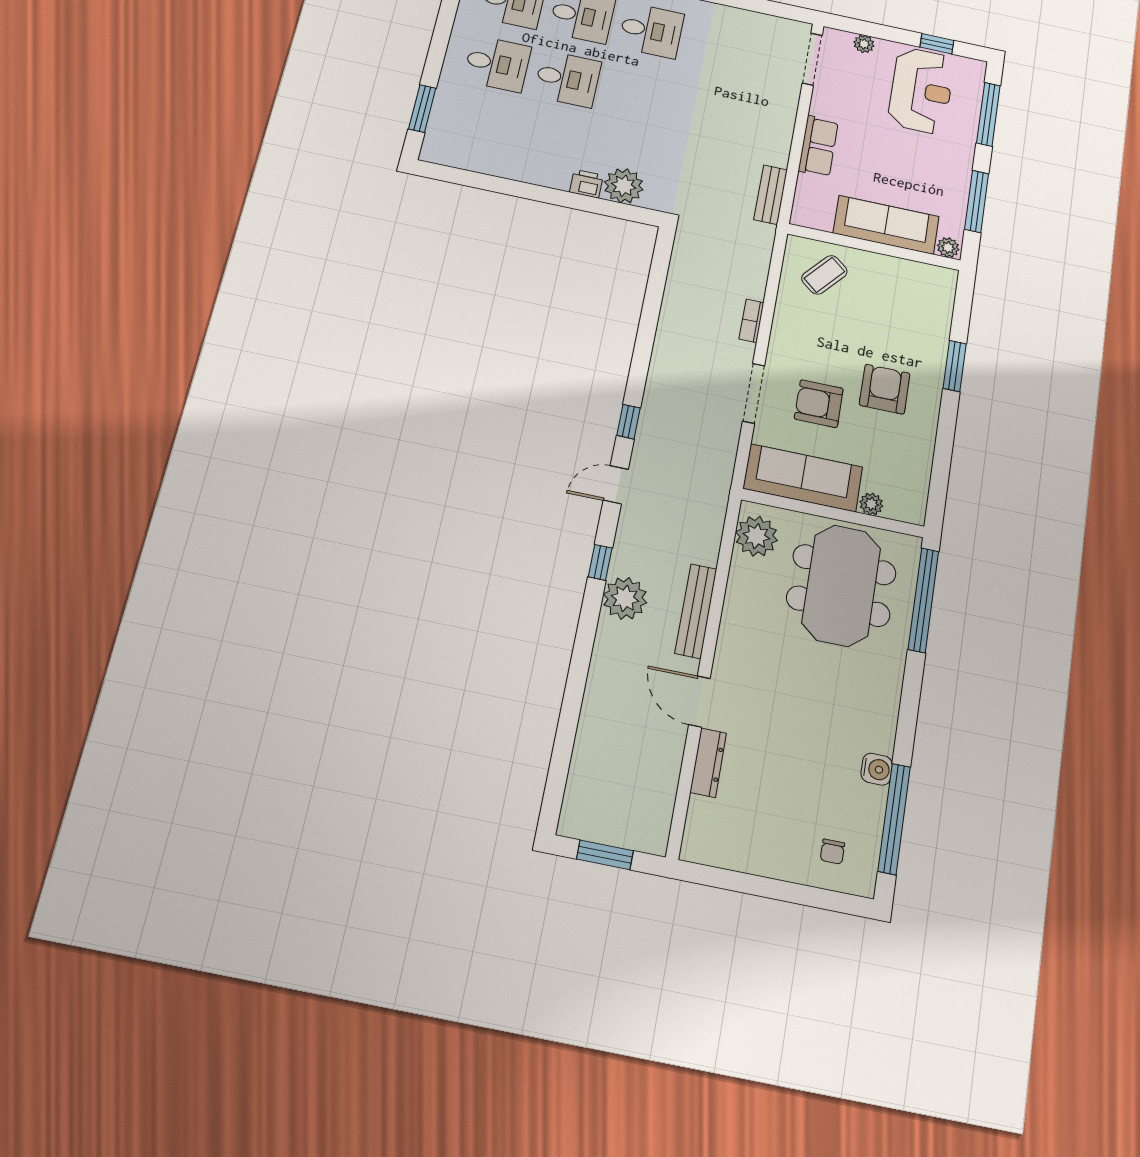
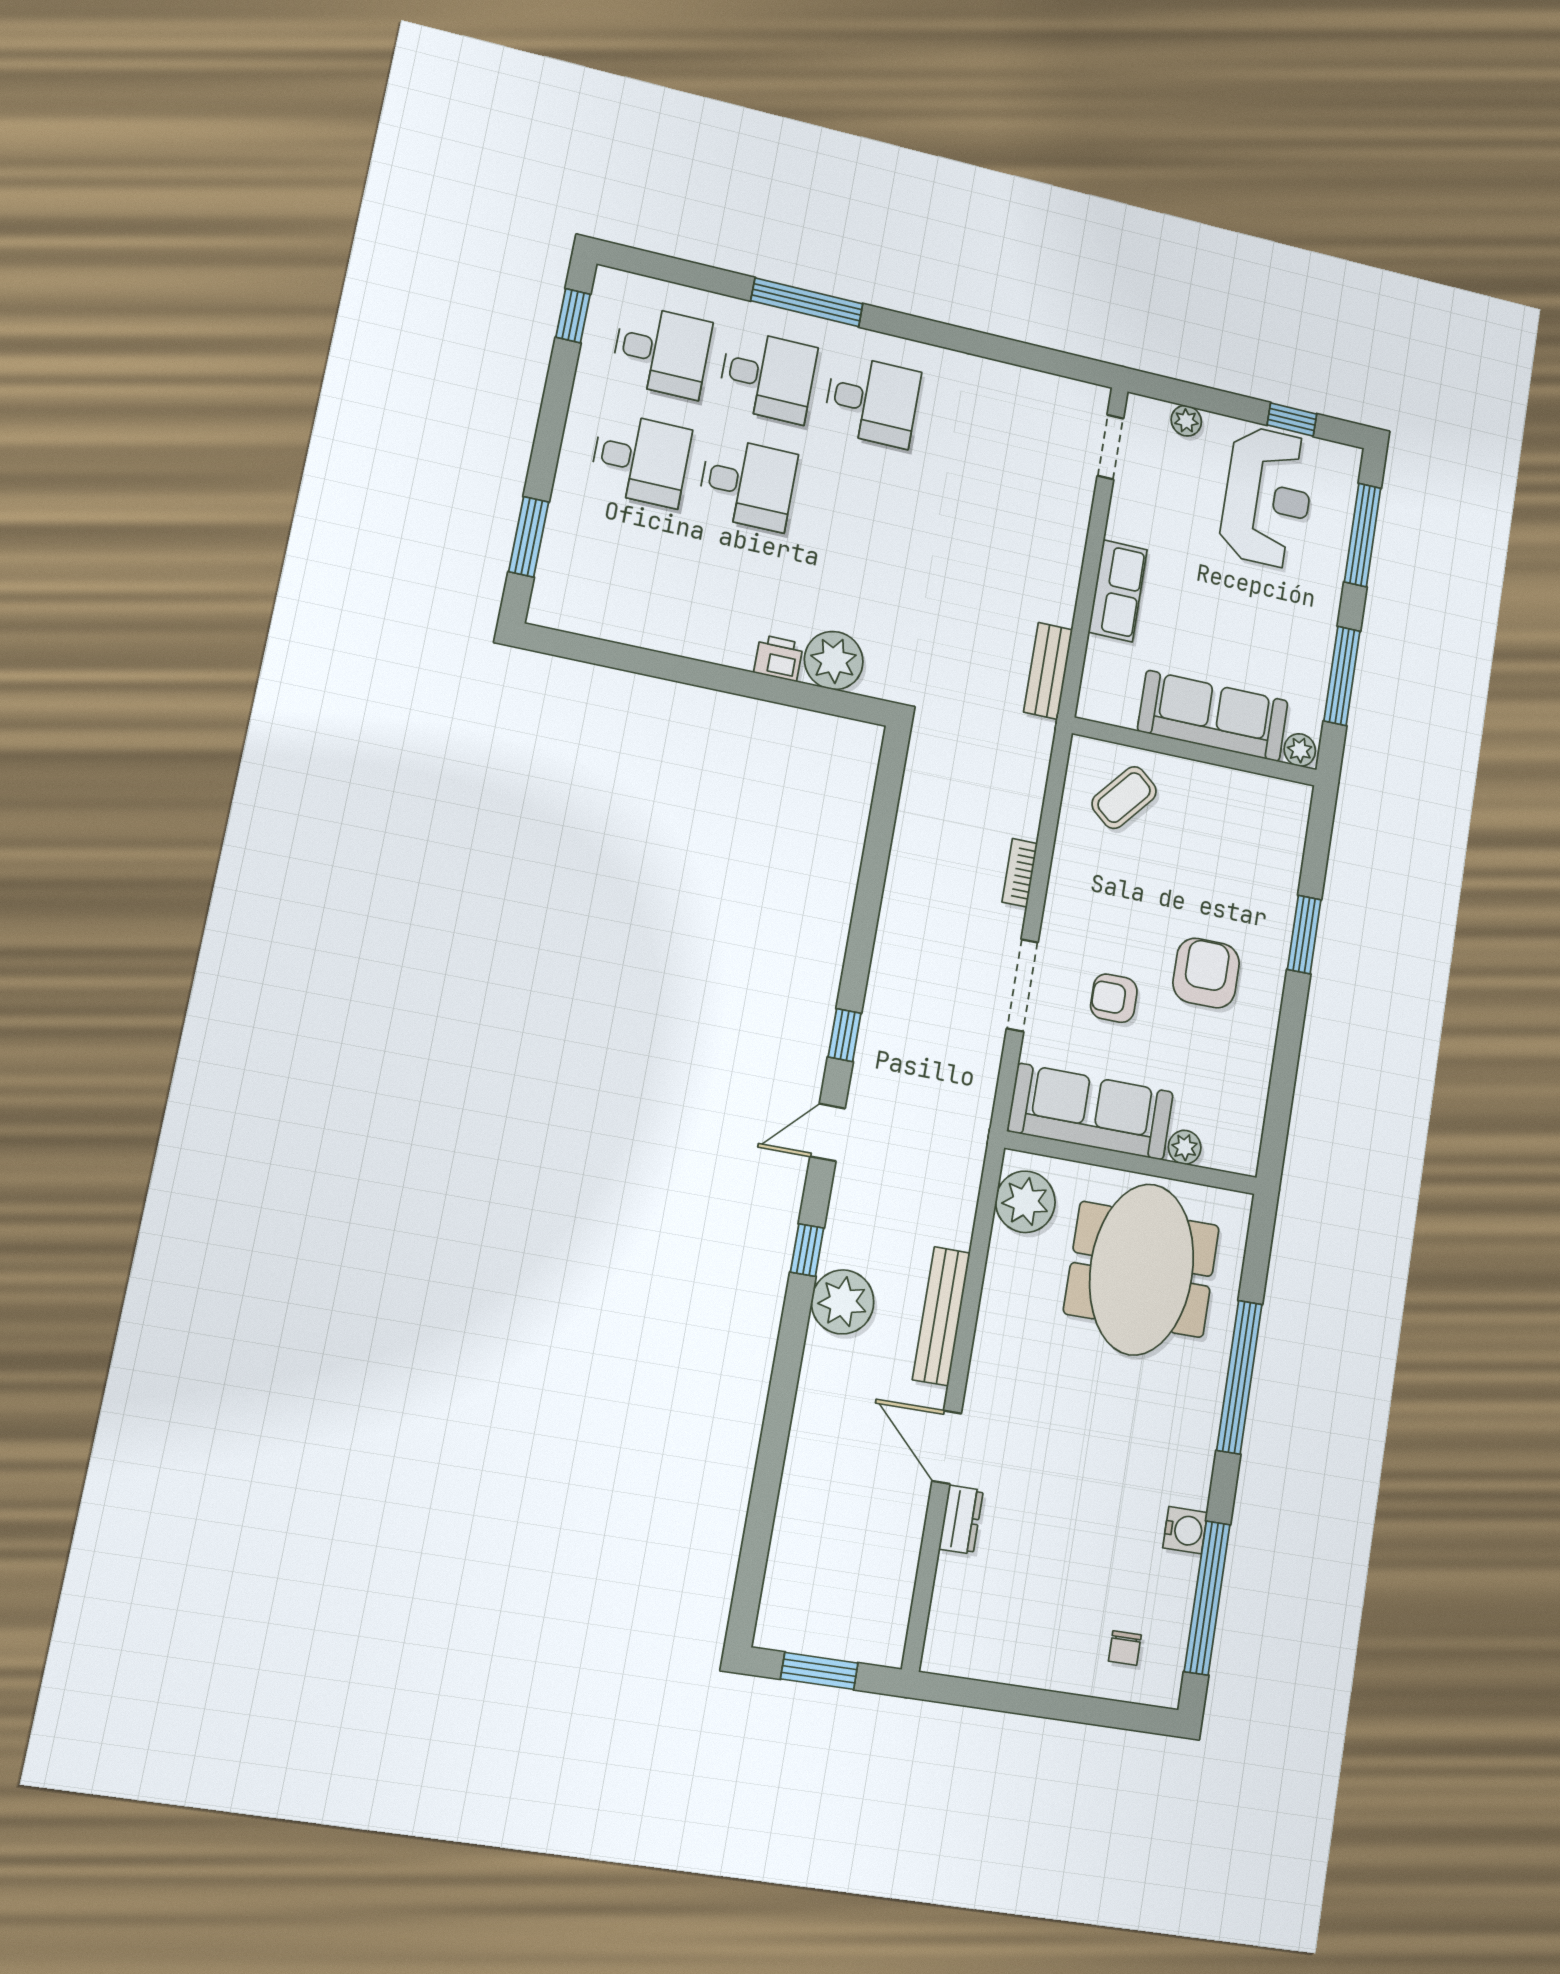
doorway: (812, 59) -> (1110, 447), width x0.73
armchair: (819, 404) -> (1114, 998), width x0.72, depth x0.72
window: (923, 600) -> (1239, 1377), moved
dresser: (708, 763) -> (961, 1520), width x0.70

